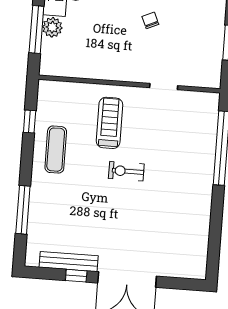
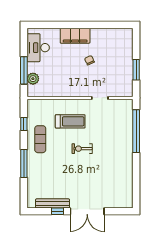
plant: (52, 27) -> (33, 79), moved
treadmill: (109, 123) -> (70, 121), turned 90
window: (23, 210) -> (24, 164), moved

